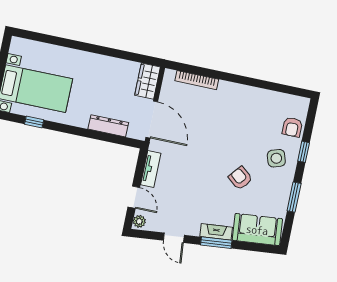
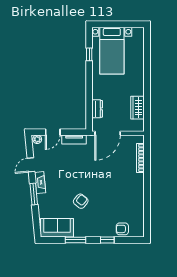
wardrobe: (148, 81) -> (138, 108), moved, turned -90
dresser: (108, 126) -> (97, 109), width x0.70
side table: (276, 158) -> (99, 223), removed
sofa: (257, 230) -> (57, 228), moved, turned -85
fireplace: (216, 232) -> (40, 183), moved

